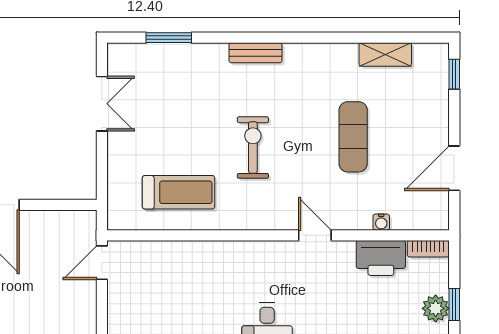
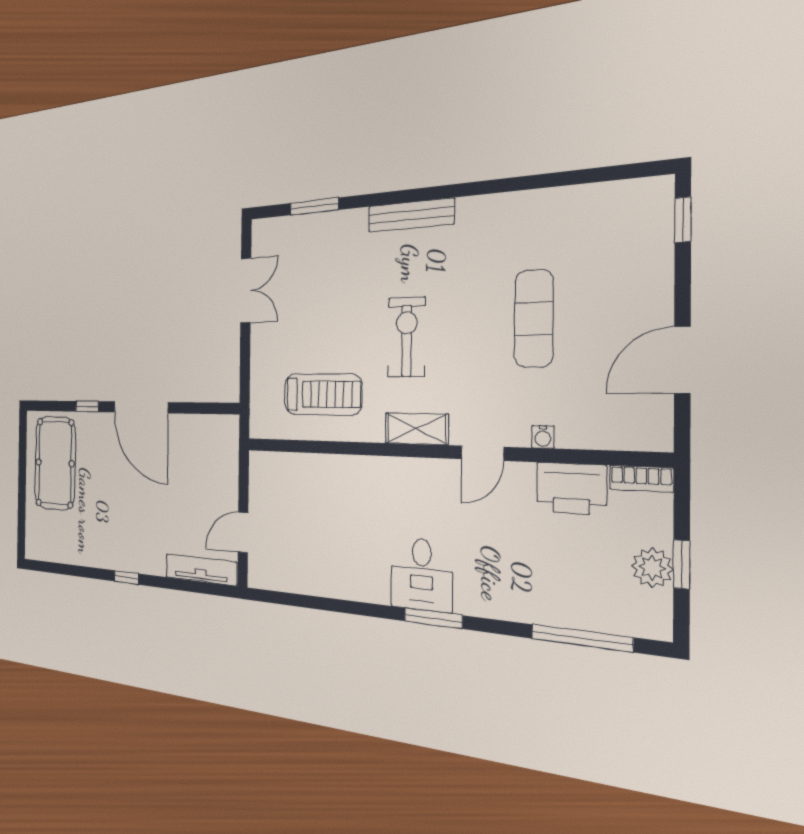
bench: (255, 53) -> (411, 215), width x1.36
shelving: (385, 54) -> (417, 429), moved
water cooler: (381, 222) -> (543, 437), moved
door: (315, 235) -> (482, 453), swing flipped
door: (102, 263) -> (243, 532), moved

